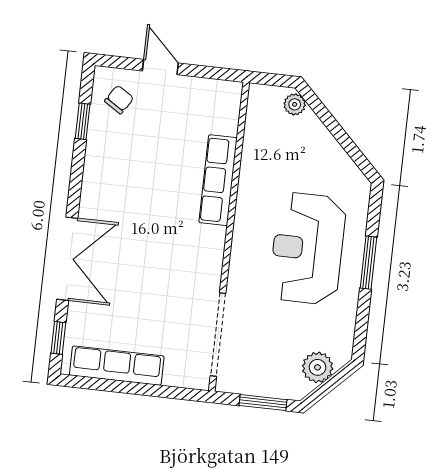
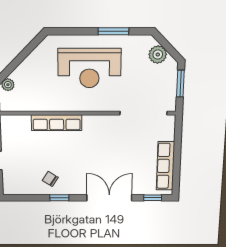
chair: (119, 100) -> (50, 179), moved
window: (83, 121) -> (59, 198), moved
window: (369, 263) -> (113, 31), moved

